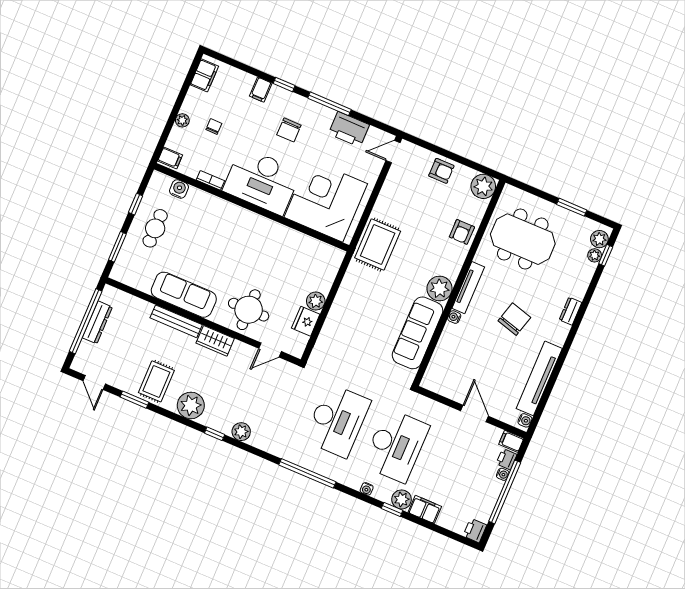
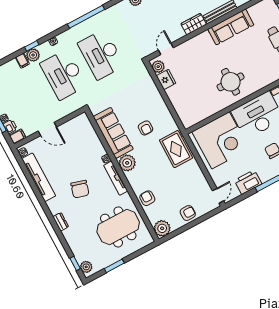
armchair: (441, 171) -> (188, 213), turned 180
plant: (595, 255) -> (80, 258), removed
armchair: (382, 300) -> (146, 128), added
plant: (316, 301) -> (158, 67), moved
round table: (249, 310) -> (231, 82), moved
filing cabinet: (425, 509) -> (22, 61), width x0.50

